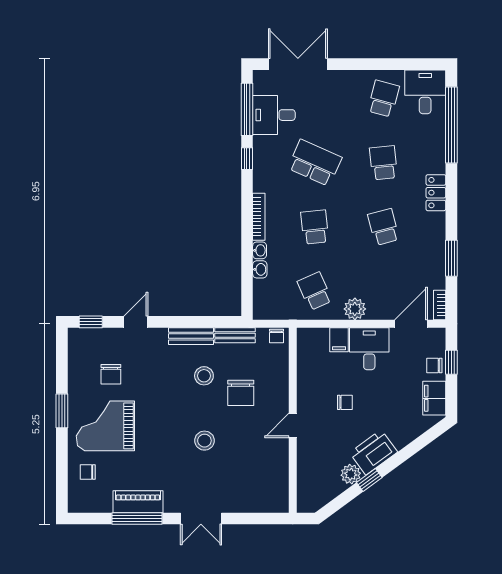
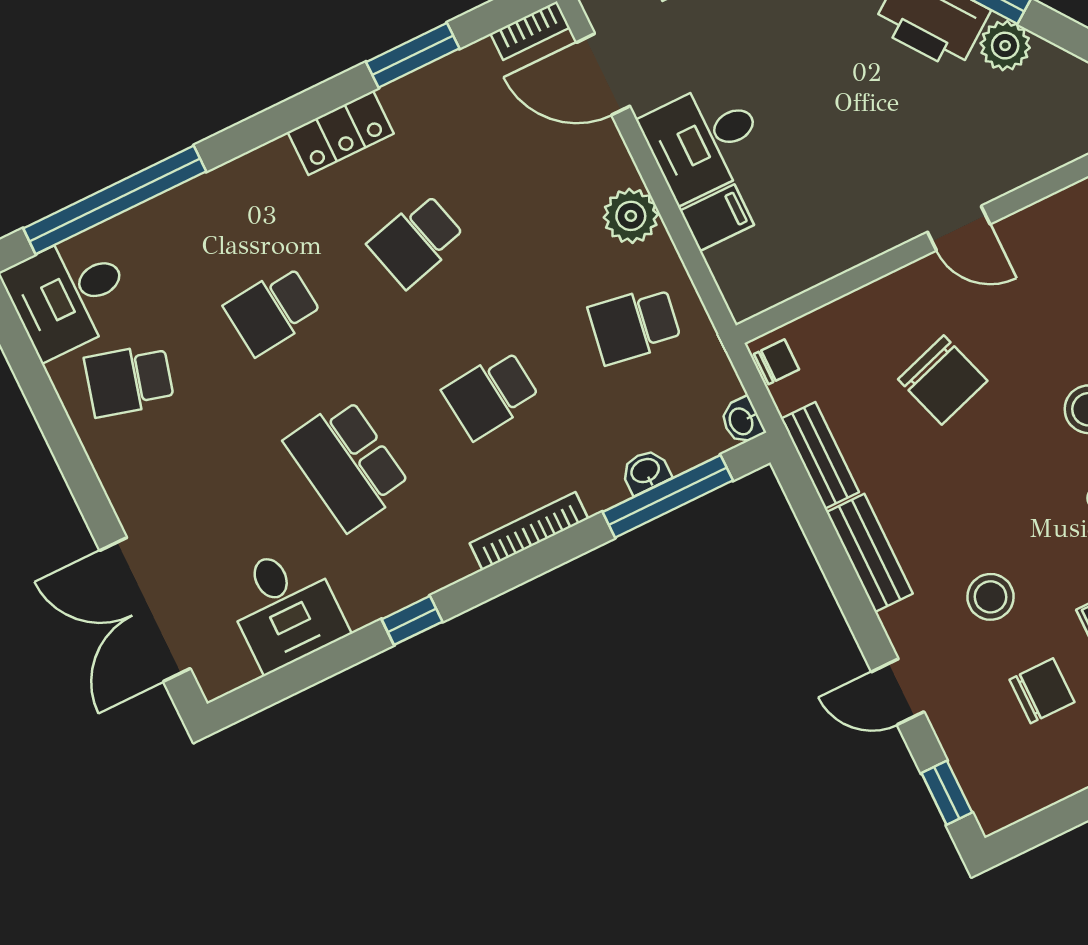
window: (247, 109) -> (668, 496), moved
school desk: (315, 163) -> (347, 464), turned -33
locker: (436, 193) -> (341, 133), moved
washbasin: (260, 250) -> (742, 421), moved, turned -90
school desk: (315, 291) -> (635, 325), turned 33
stool: (204, 376) -> (990, 597), moved
chair: (241, 393) -> (943, 380), turned 72
chair: (345, 402) -> (851, 137), removed

